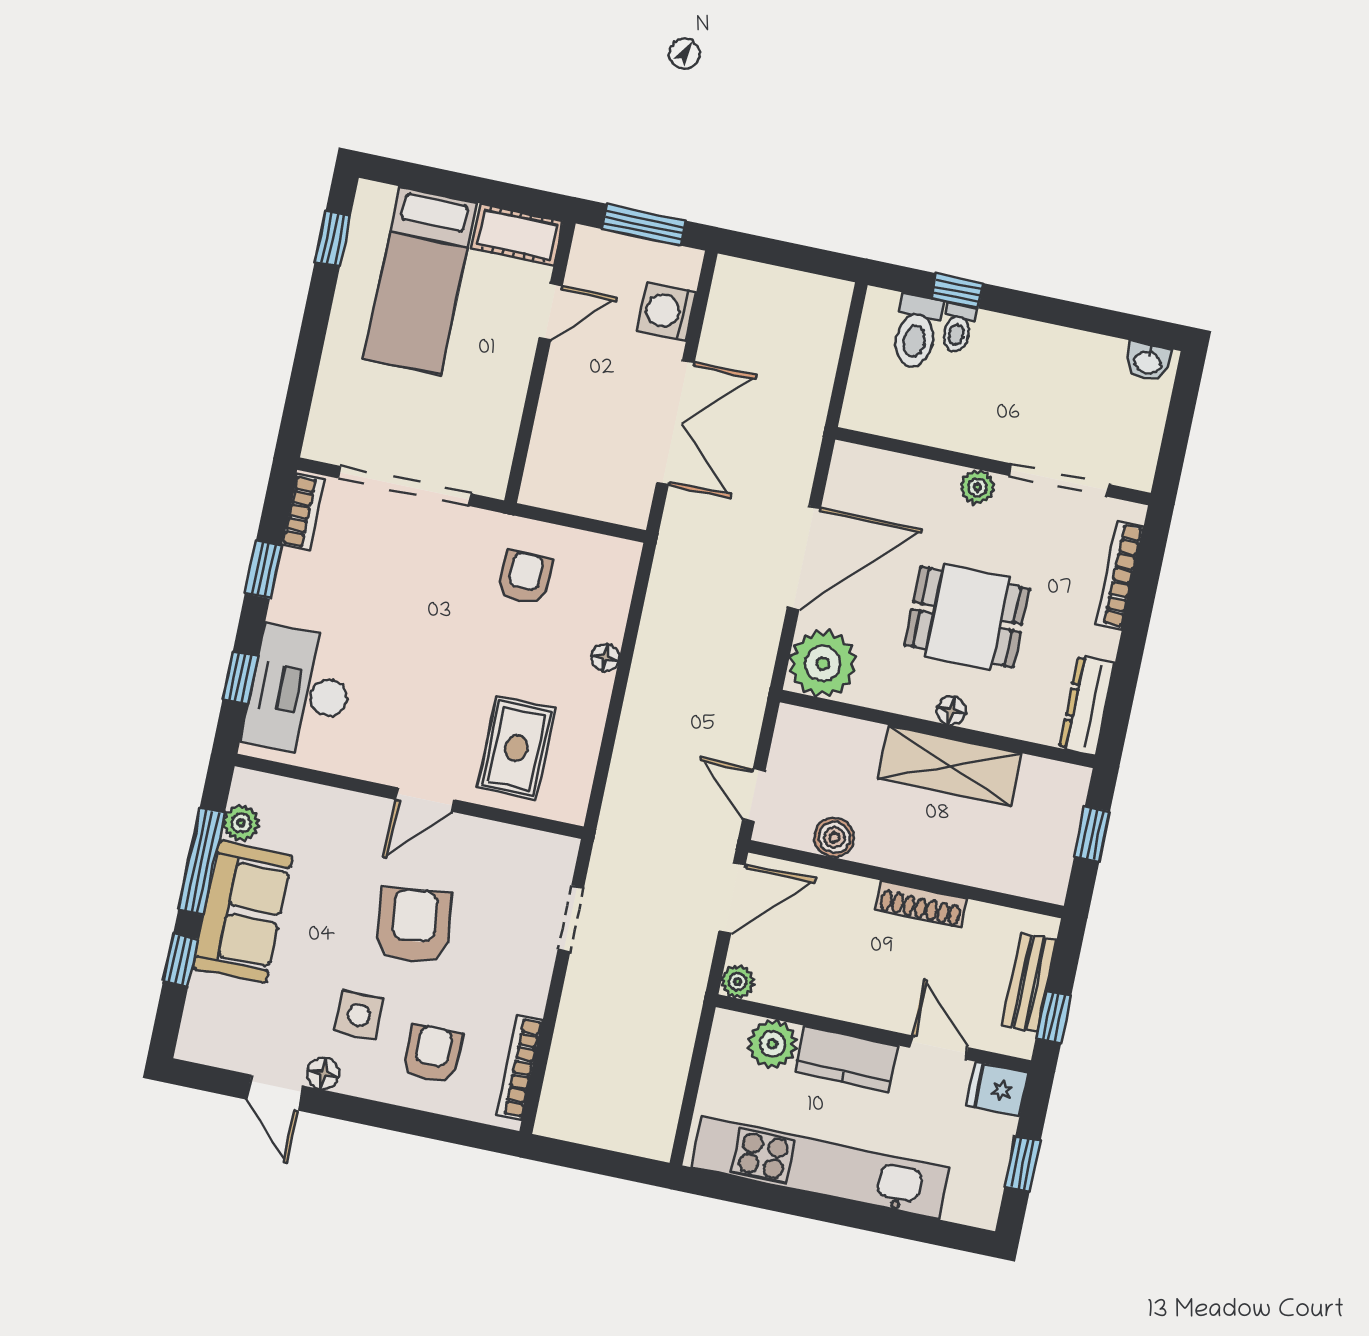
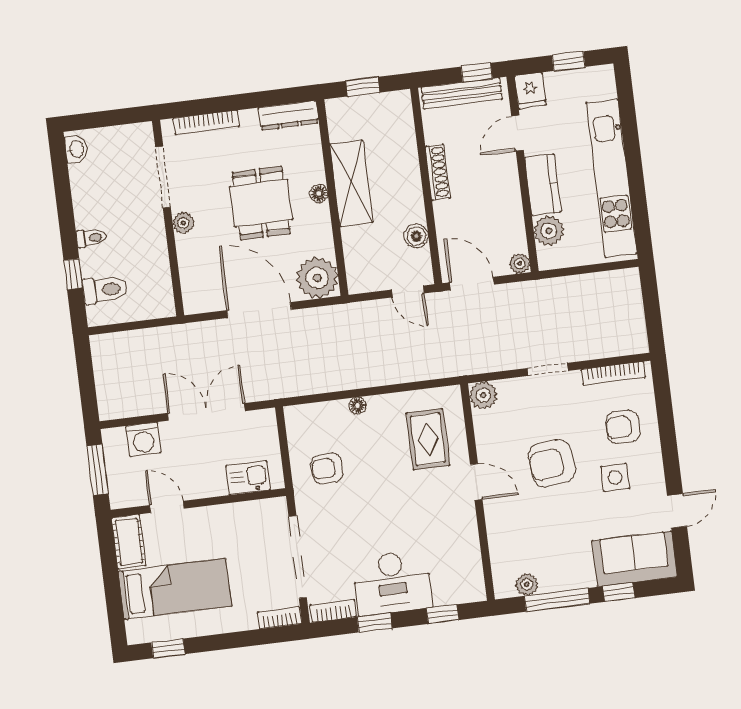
toilet: (958, 328) -> (91, 238), moved
bookcase: (320, 426) -> (280, 618), added
kitchen sink: (552, 452) -> (248, 478), added
desk: (299, 692) -> (392, 583), moved
rug: (516, 748) -> (428, 439), turned 90
door: (754, 795) -> (408, 292), hinge flipped
plant: (555, 856) -> (483, 395), added
sofa: (243, 912) -> (635, 559), moved
doorway: (571, 919) -> (548, 369), moved
bench: (1029, 983) -> (462, 93), width x1.36
floor lamp: (323, 1074) -> (656, 486), removed

